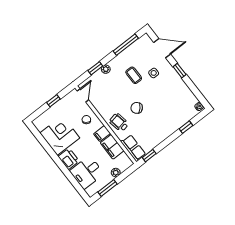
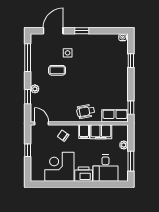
chair: (137, 108) -> (85, 88), removed

